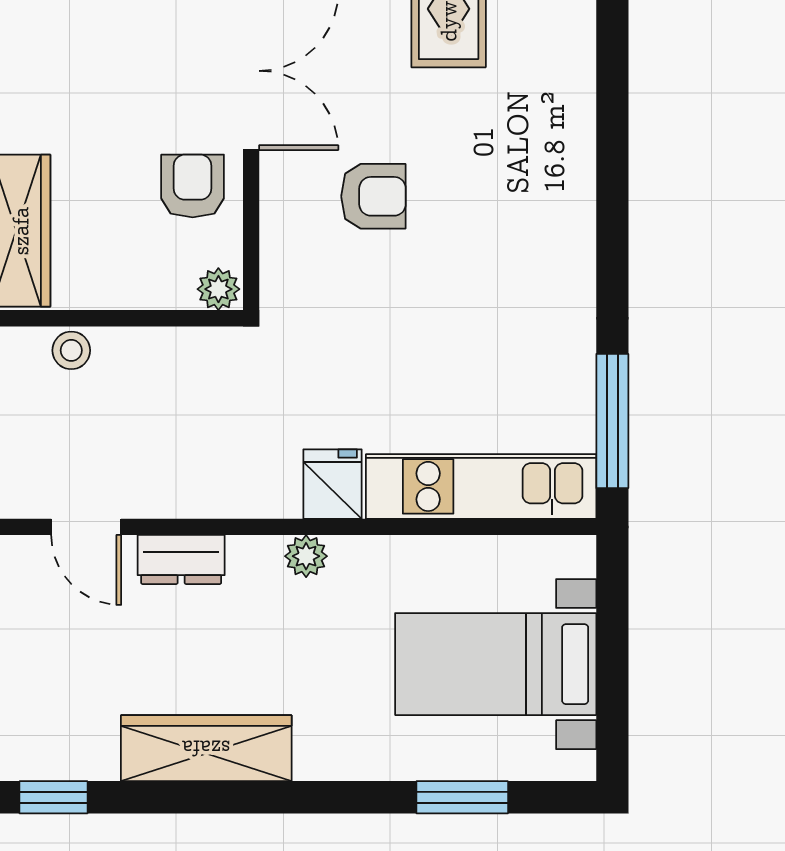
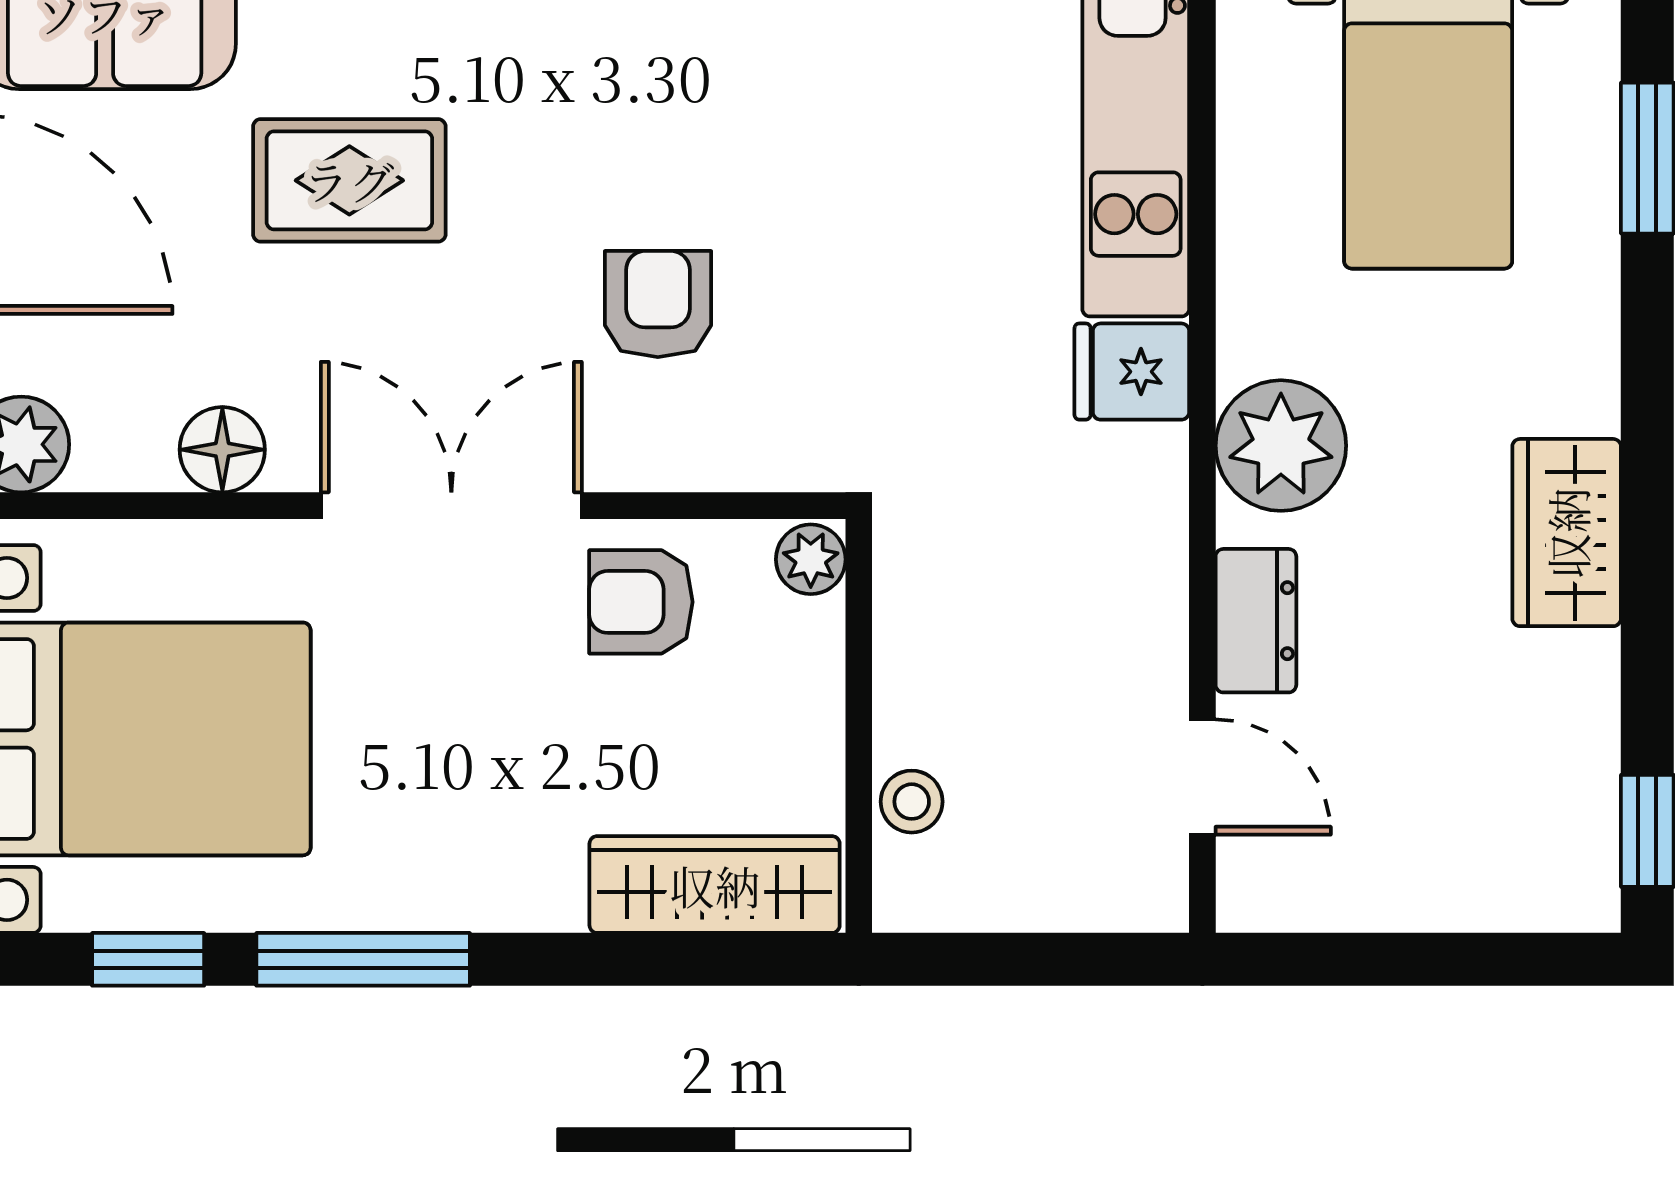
door: (86, 527) -> (1202, 777), hinge flipped
plant: (306, 556) -> (1281, 446), width x1.88, depth x1.88
wardrobe: (206, 748) -> (1567, 533), width x0.67

